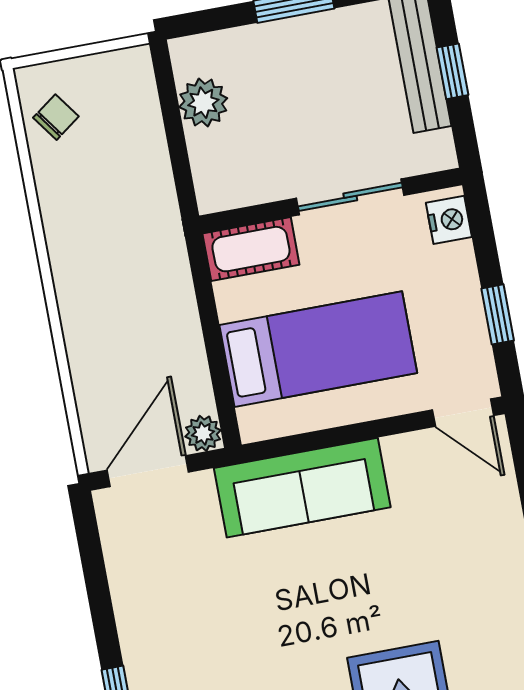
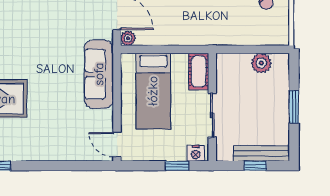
window: (498, 314) -> (177, 166), moved
door: (463, 413) -> (117, 145), hinge flipped

